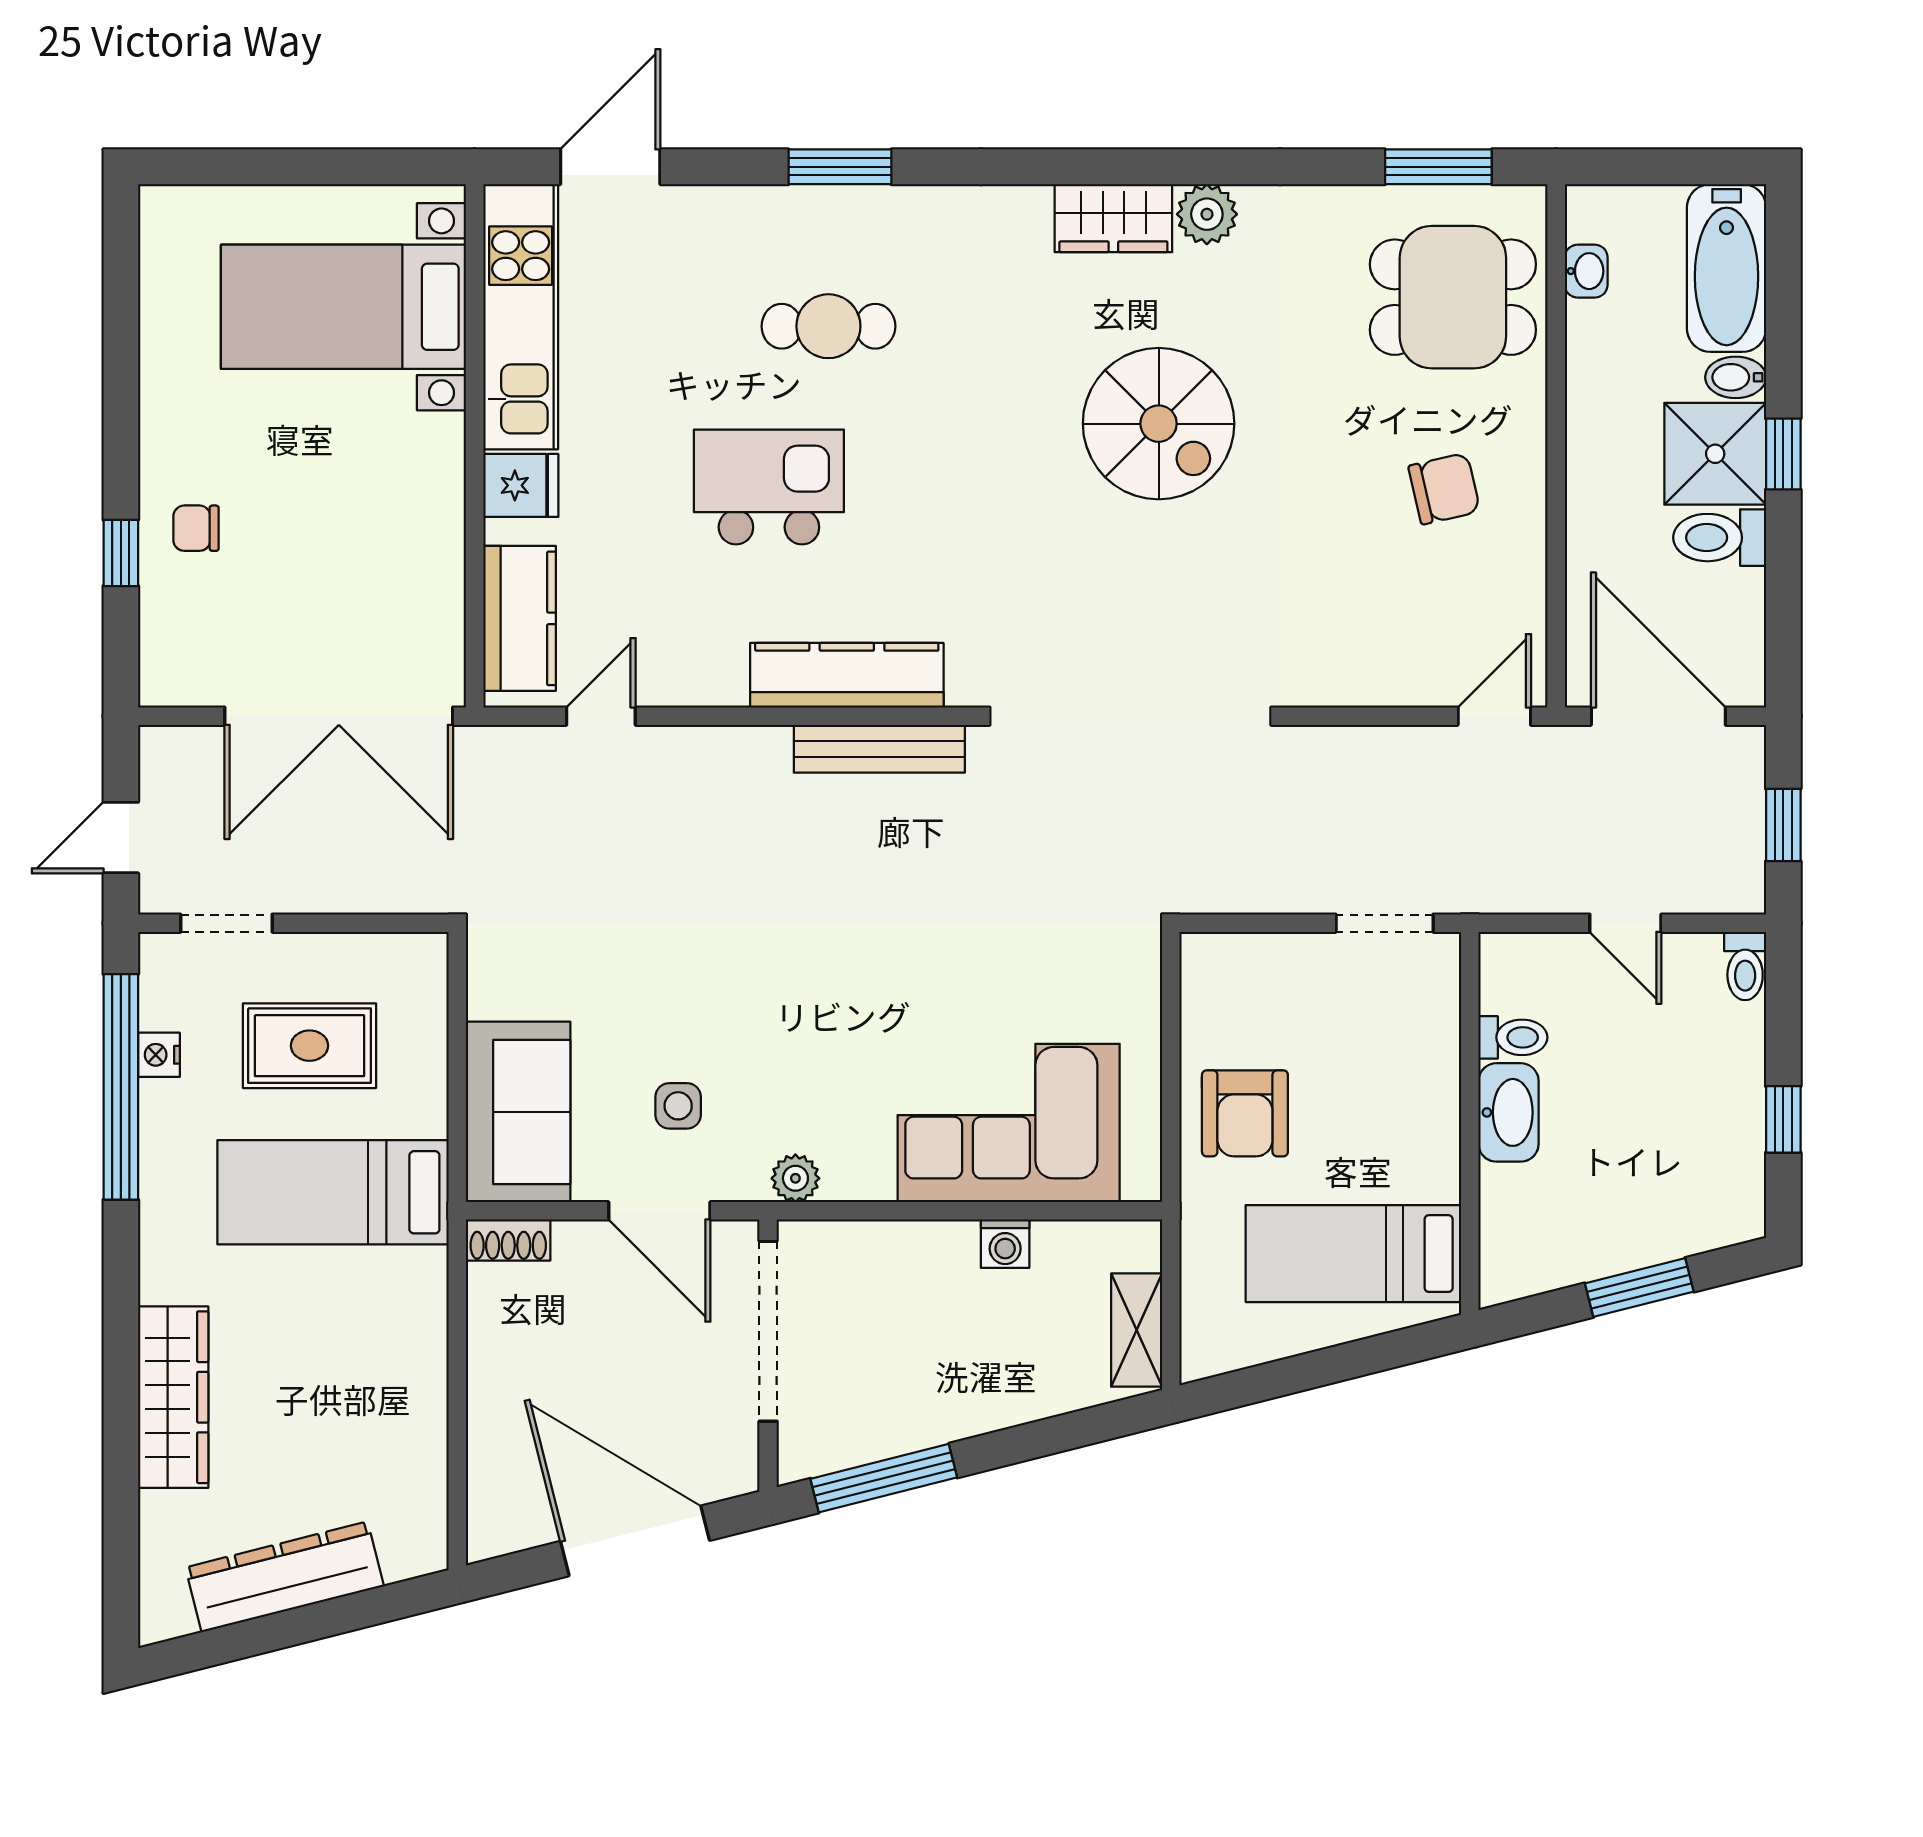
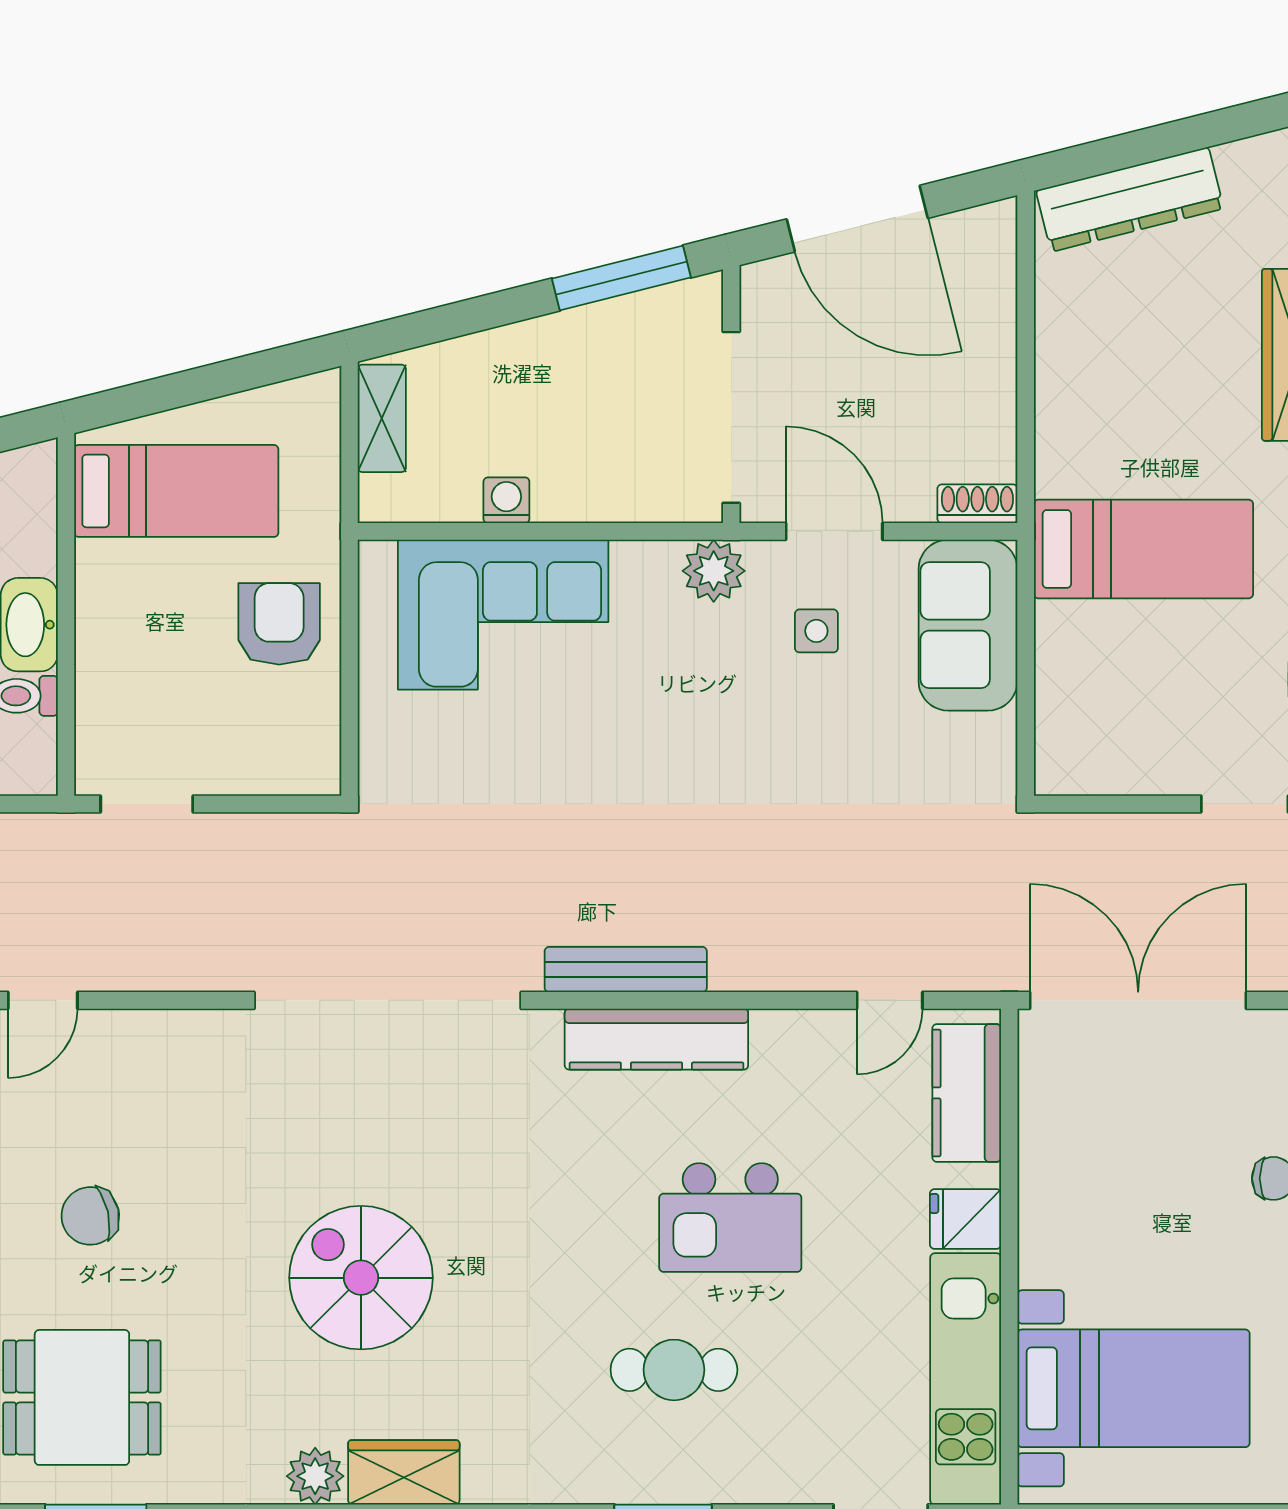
rug: (309, 1046) -> (1166, 688), removed
plant: (795, 1178) -> (714, 571), width x1.38, depth x1.38
dresser: (285, 1577) -> (1130, 199), moved

